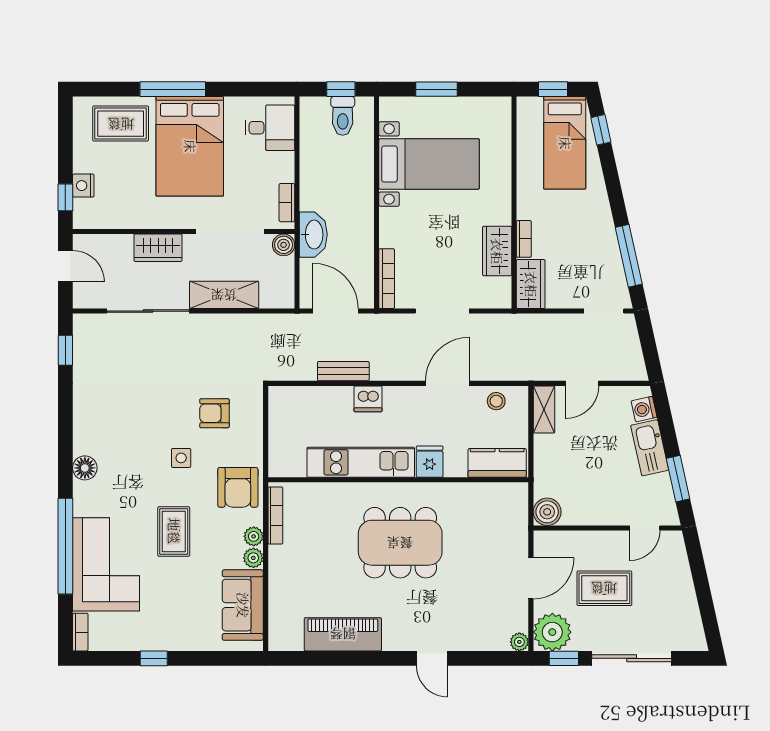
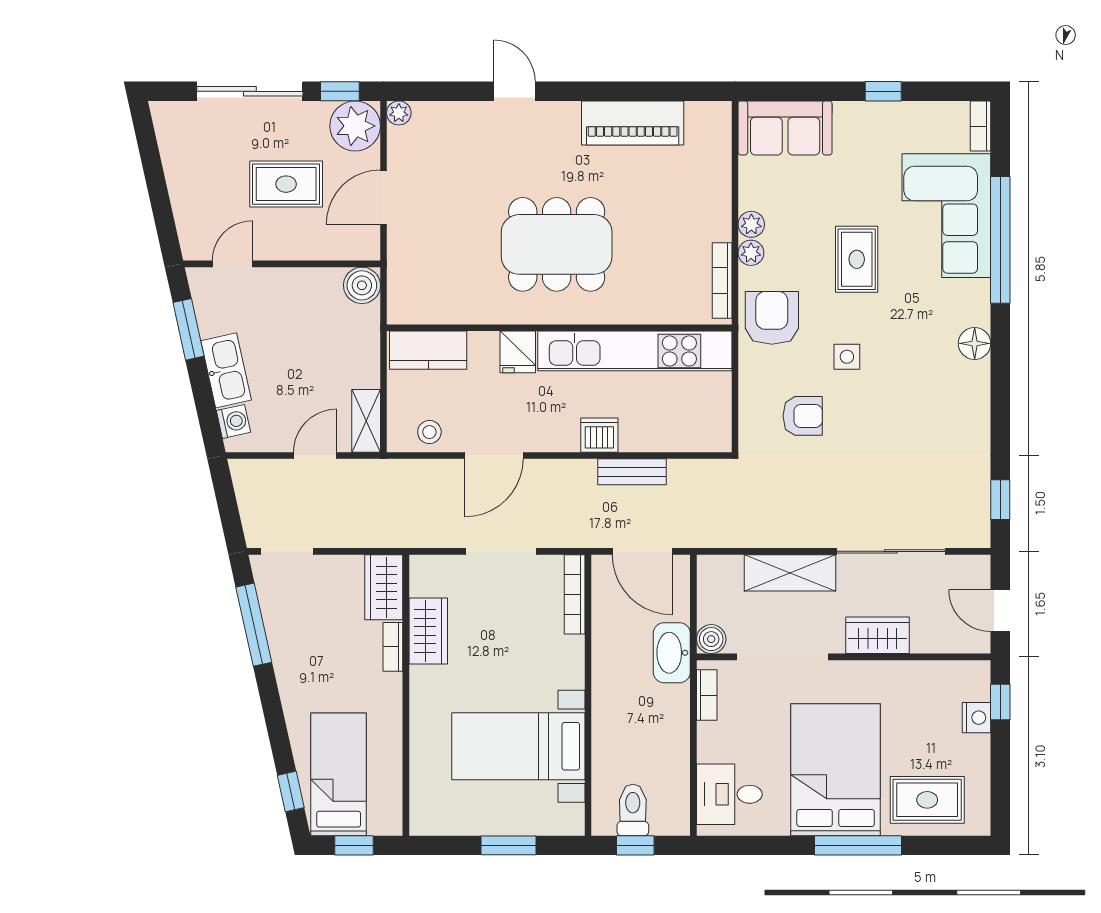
kitchen unit: (361, 462) -> (635, 351), width x1.36
sofa: (243, 605) -> (785, 128), moved, turned 90

